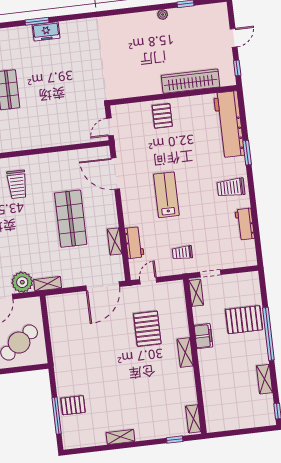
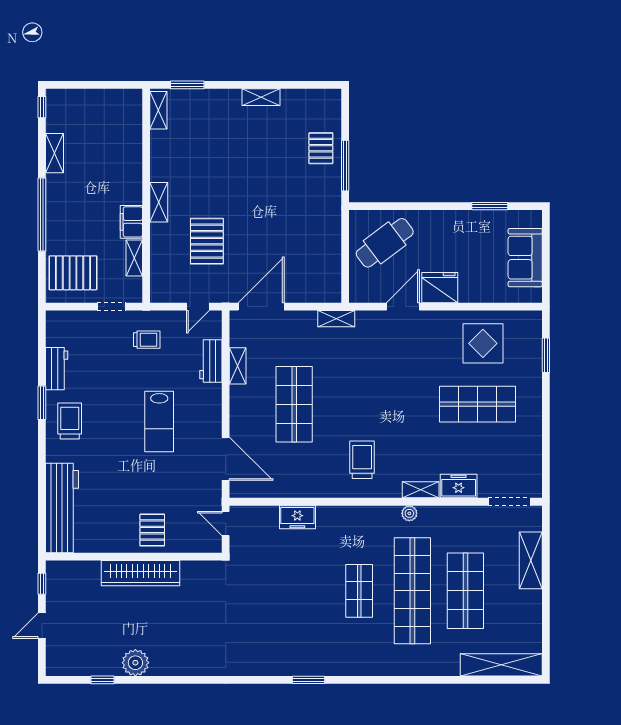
plant: (163, 15) -> (135, 663), width x1.88, depth x1.88
freezer: (46, 31) -> (297, 517), moved, turned 180
wardrobe: (191, 81) -> (140, 573), moved
door: (110, 127) -> (226, 523), swing flipped
window: (247, 153) -> (42, 403), moved
trolley: (231, 188) -> (70, 421), turned -90
plant: (22, 282) -> (371, 325), removed
shelving: (196, 293) -> (134, 258), moved
pallet: (244, 320) -> (73, 273), moved
pallet: (73, 405) -> (321, 148), turned 90
window: (57, 416) -> (345, 166), moved
window: (175, 440) -> (187, 85), width x1.50

